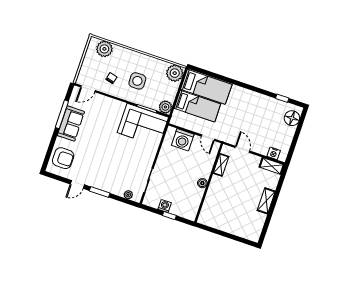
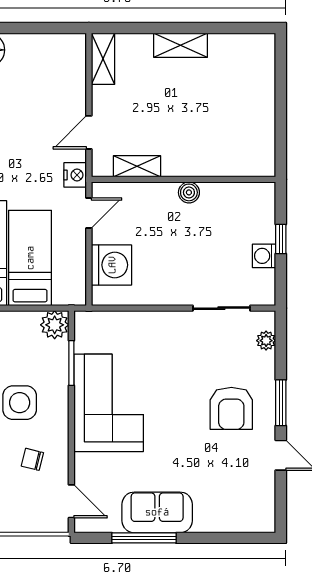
corner sofa: (143, 125) -> (109, 403), moved
nightstand: (274, 153) -> (75, 175), moved
armchair: (63, 158) -> (231, 408), moved, turned 180

